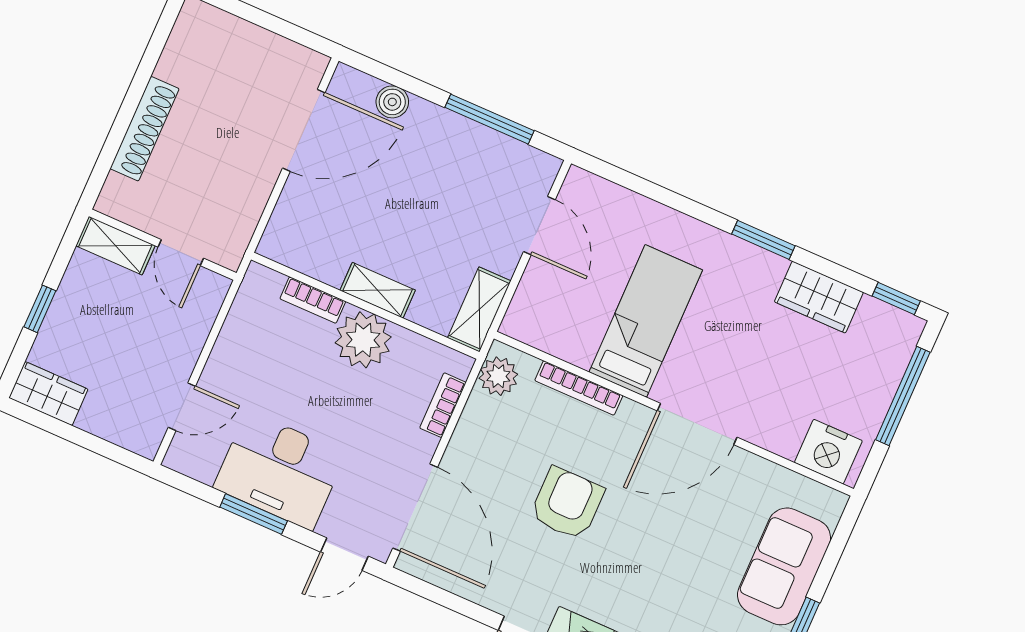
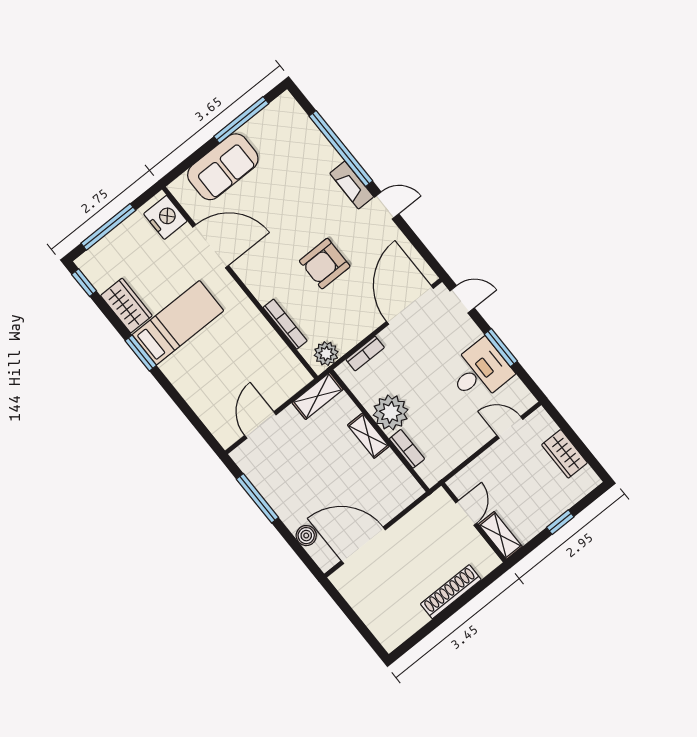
bed: (646, 321) -> (178, 323), moved, turned 180
wardrobe: (48, 394) -> (564, 454), moved
door: (697, 424) -> (211, 246), moved
desk: (280, 470) -> (480, 371), width x0.73

